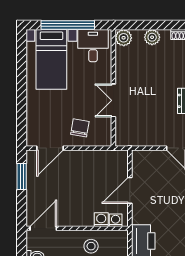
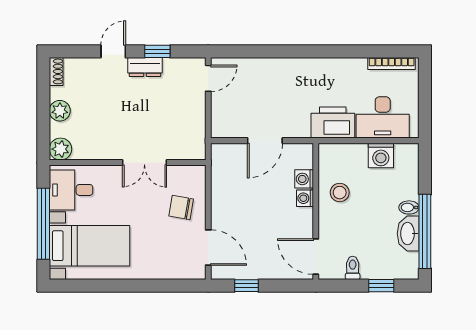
window: (22, 177) -> (246, 286), width x0.67
door: (130, 190) -> (265, 141), hinge flipped
washing machine: (116, 220) -> (305, 198), moved

